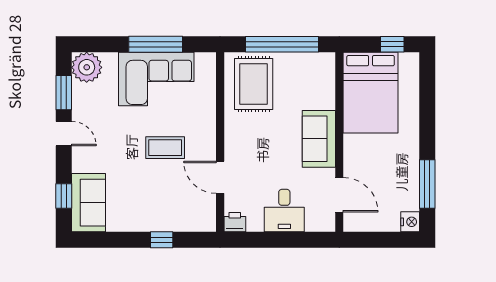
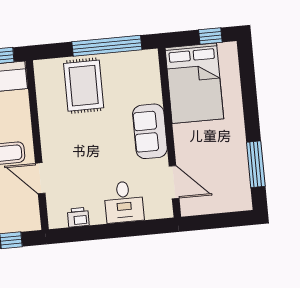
wall: (220, 142) -> (37, 145), moved
door: (220, 177) -> (40, 178), moved
nightstand: (410, 222) -> (243, 201), removed

